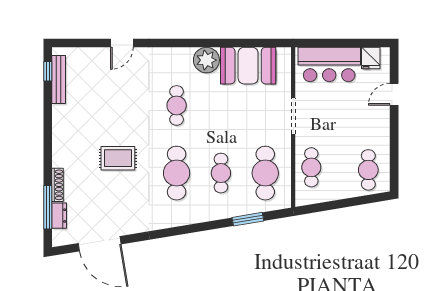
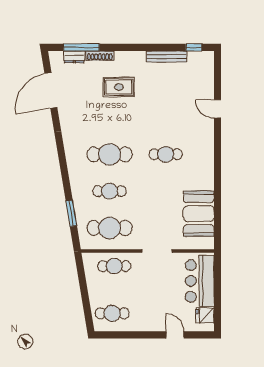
plant: (206, 60) -> (203, 179), removed
bench: (59, 80) -> (167, 56), moved
rug: (118, 158) -> (119, 87), moved, turned 90

